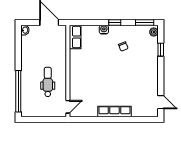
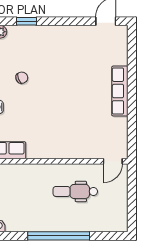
window: (18, 91) -> (59, 236), moved
door: (68, 107) -> (113, 161), swing flipped

